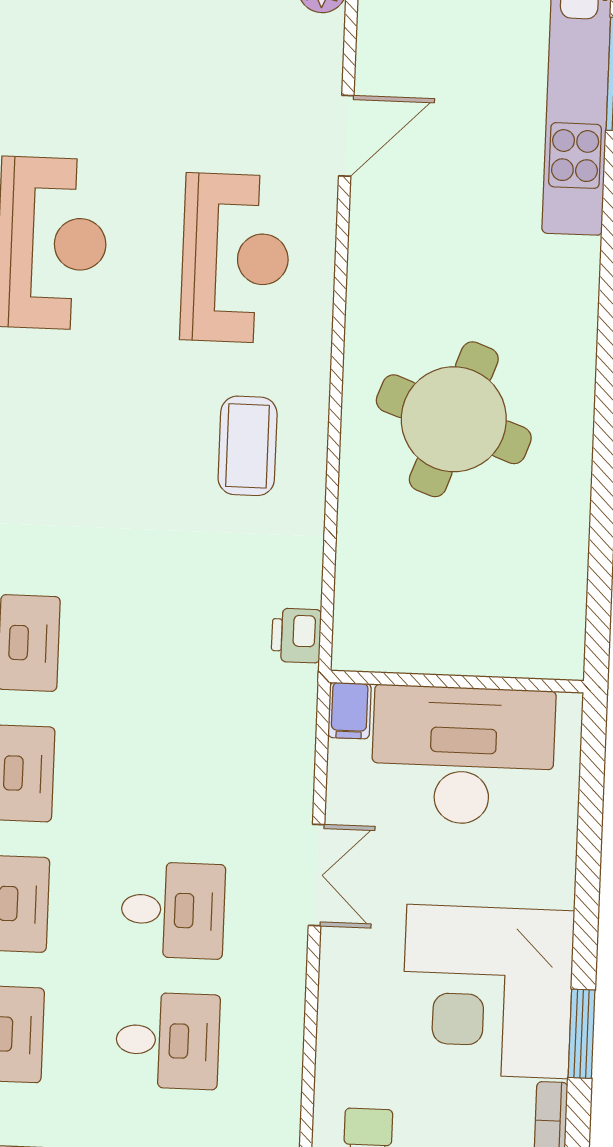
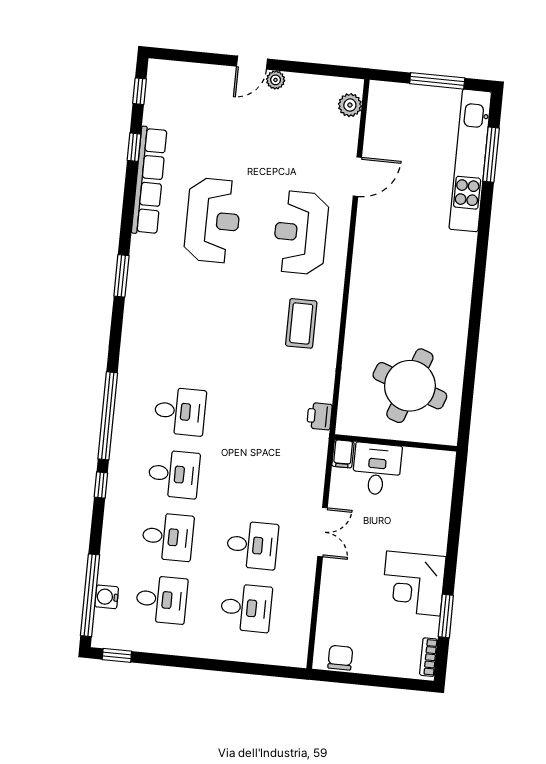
reception desk: (235, 258) -> (301, 233), turned 180
round table: (454, 419) -> (410, 386), moved
desk: (463, 755) -> (377, 469), width x0.53, depth x0.77
corner desk: (488, 992) -> (413, 583), width x0.74, depth x0.74

